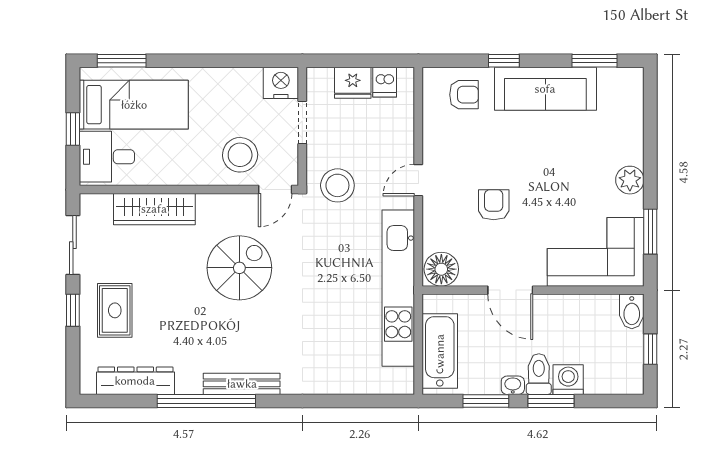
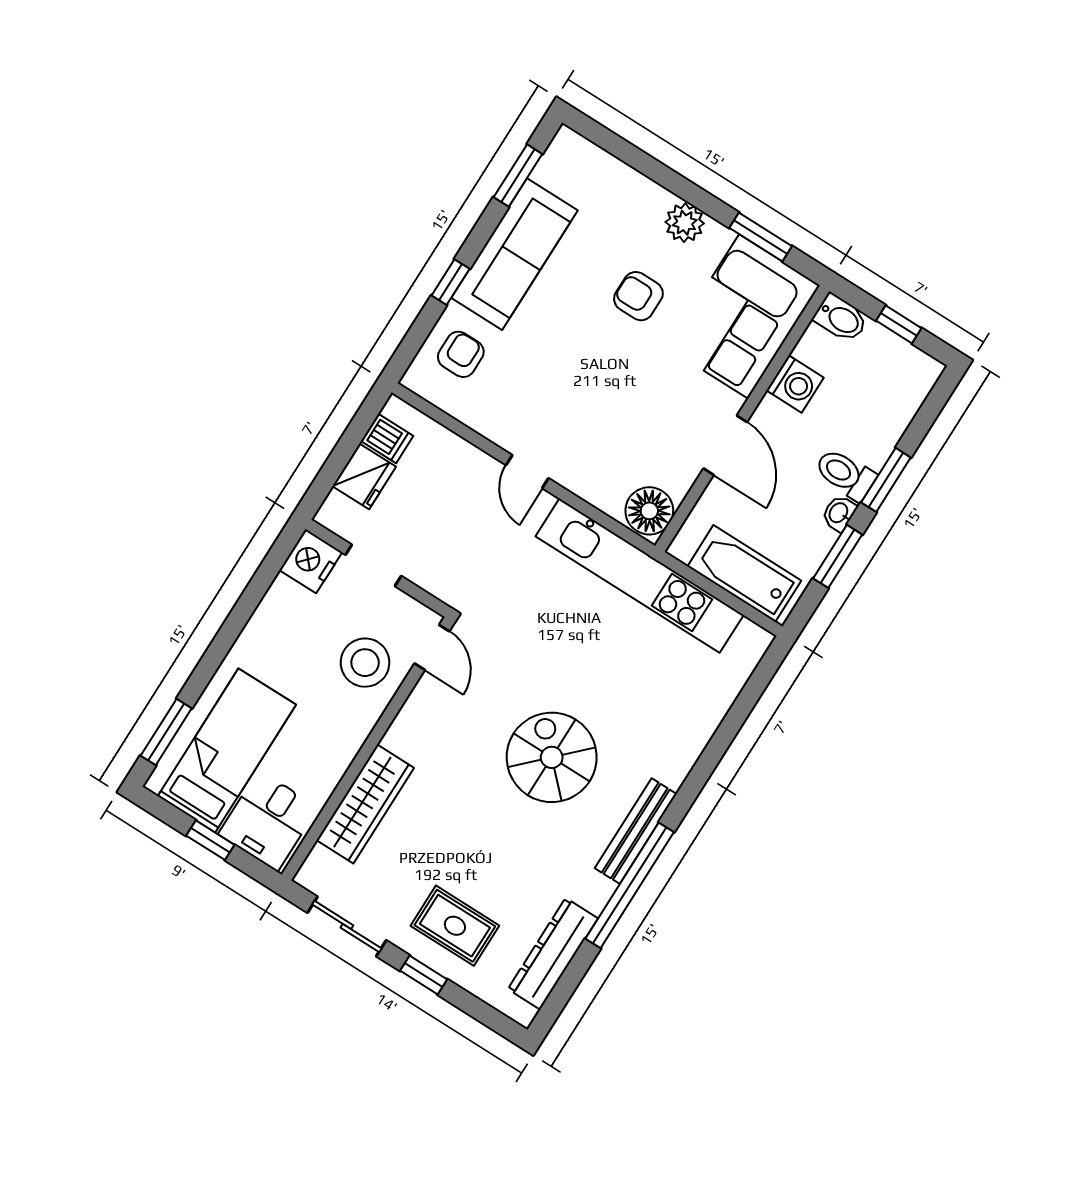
stool: (337, 185) -> (473, 571), removed
armchair: (494, 205) -> (638, 296), moved
spiral stairs: (239, 268) -> (552, 757), moved
door: (510, 290) -> (725, 445), hinge flipped
washing machine: (568, 380) -> (795, 384), moved, turned 180

